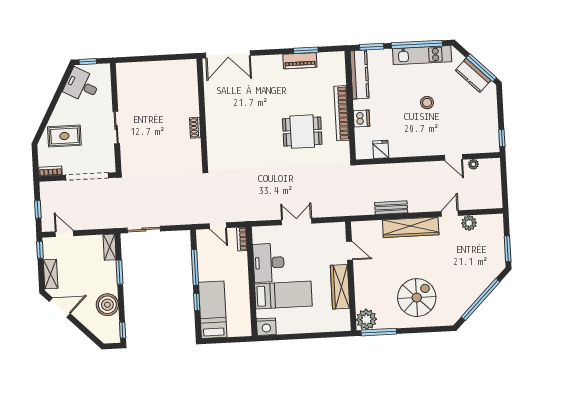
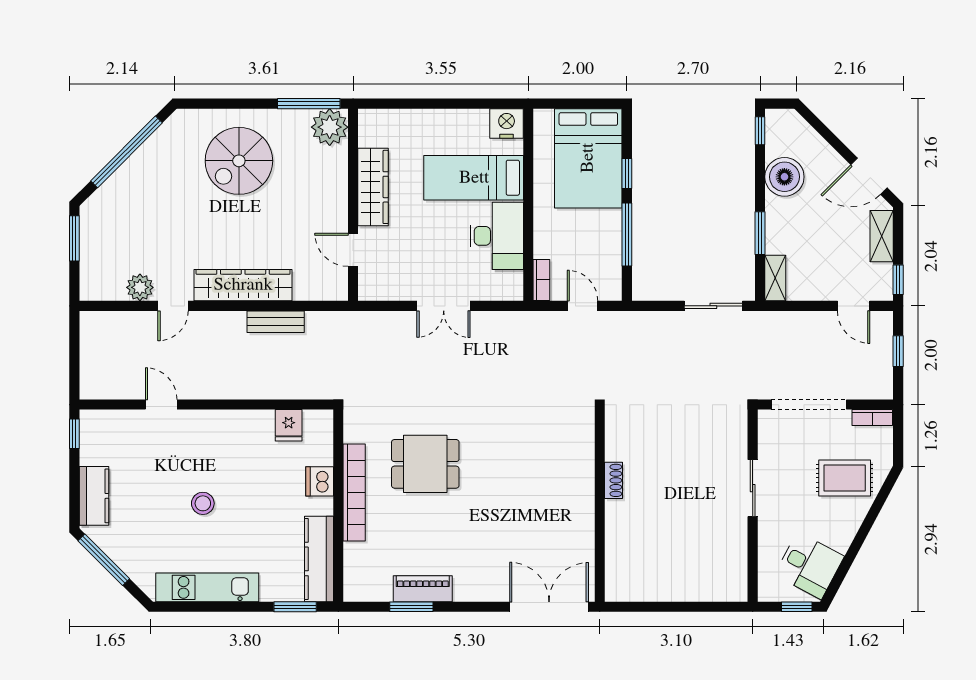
window: (417, 44) -> (215, 607), removed
kitchen counter: (473, 75) -> (94, 496), moved, turned 45
plant: (473, 164) -> (127, 390), removed
bed: (213, 310) -> (588, 158), width x1.50

